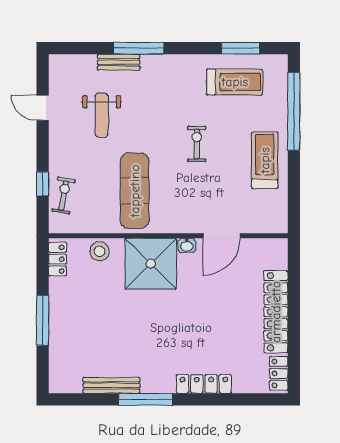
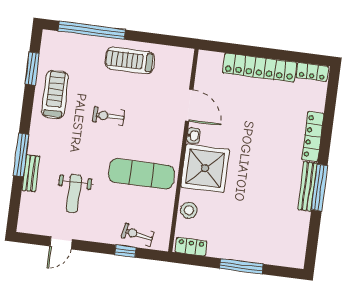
treadmill: (235, 82) -> (55, 94), moved
weight bench: (102, 115) -> (74, 194), turned 90
bench: (111, 385) -> (308, 186), moved

